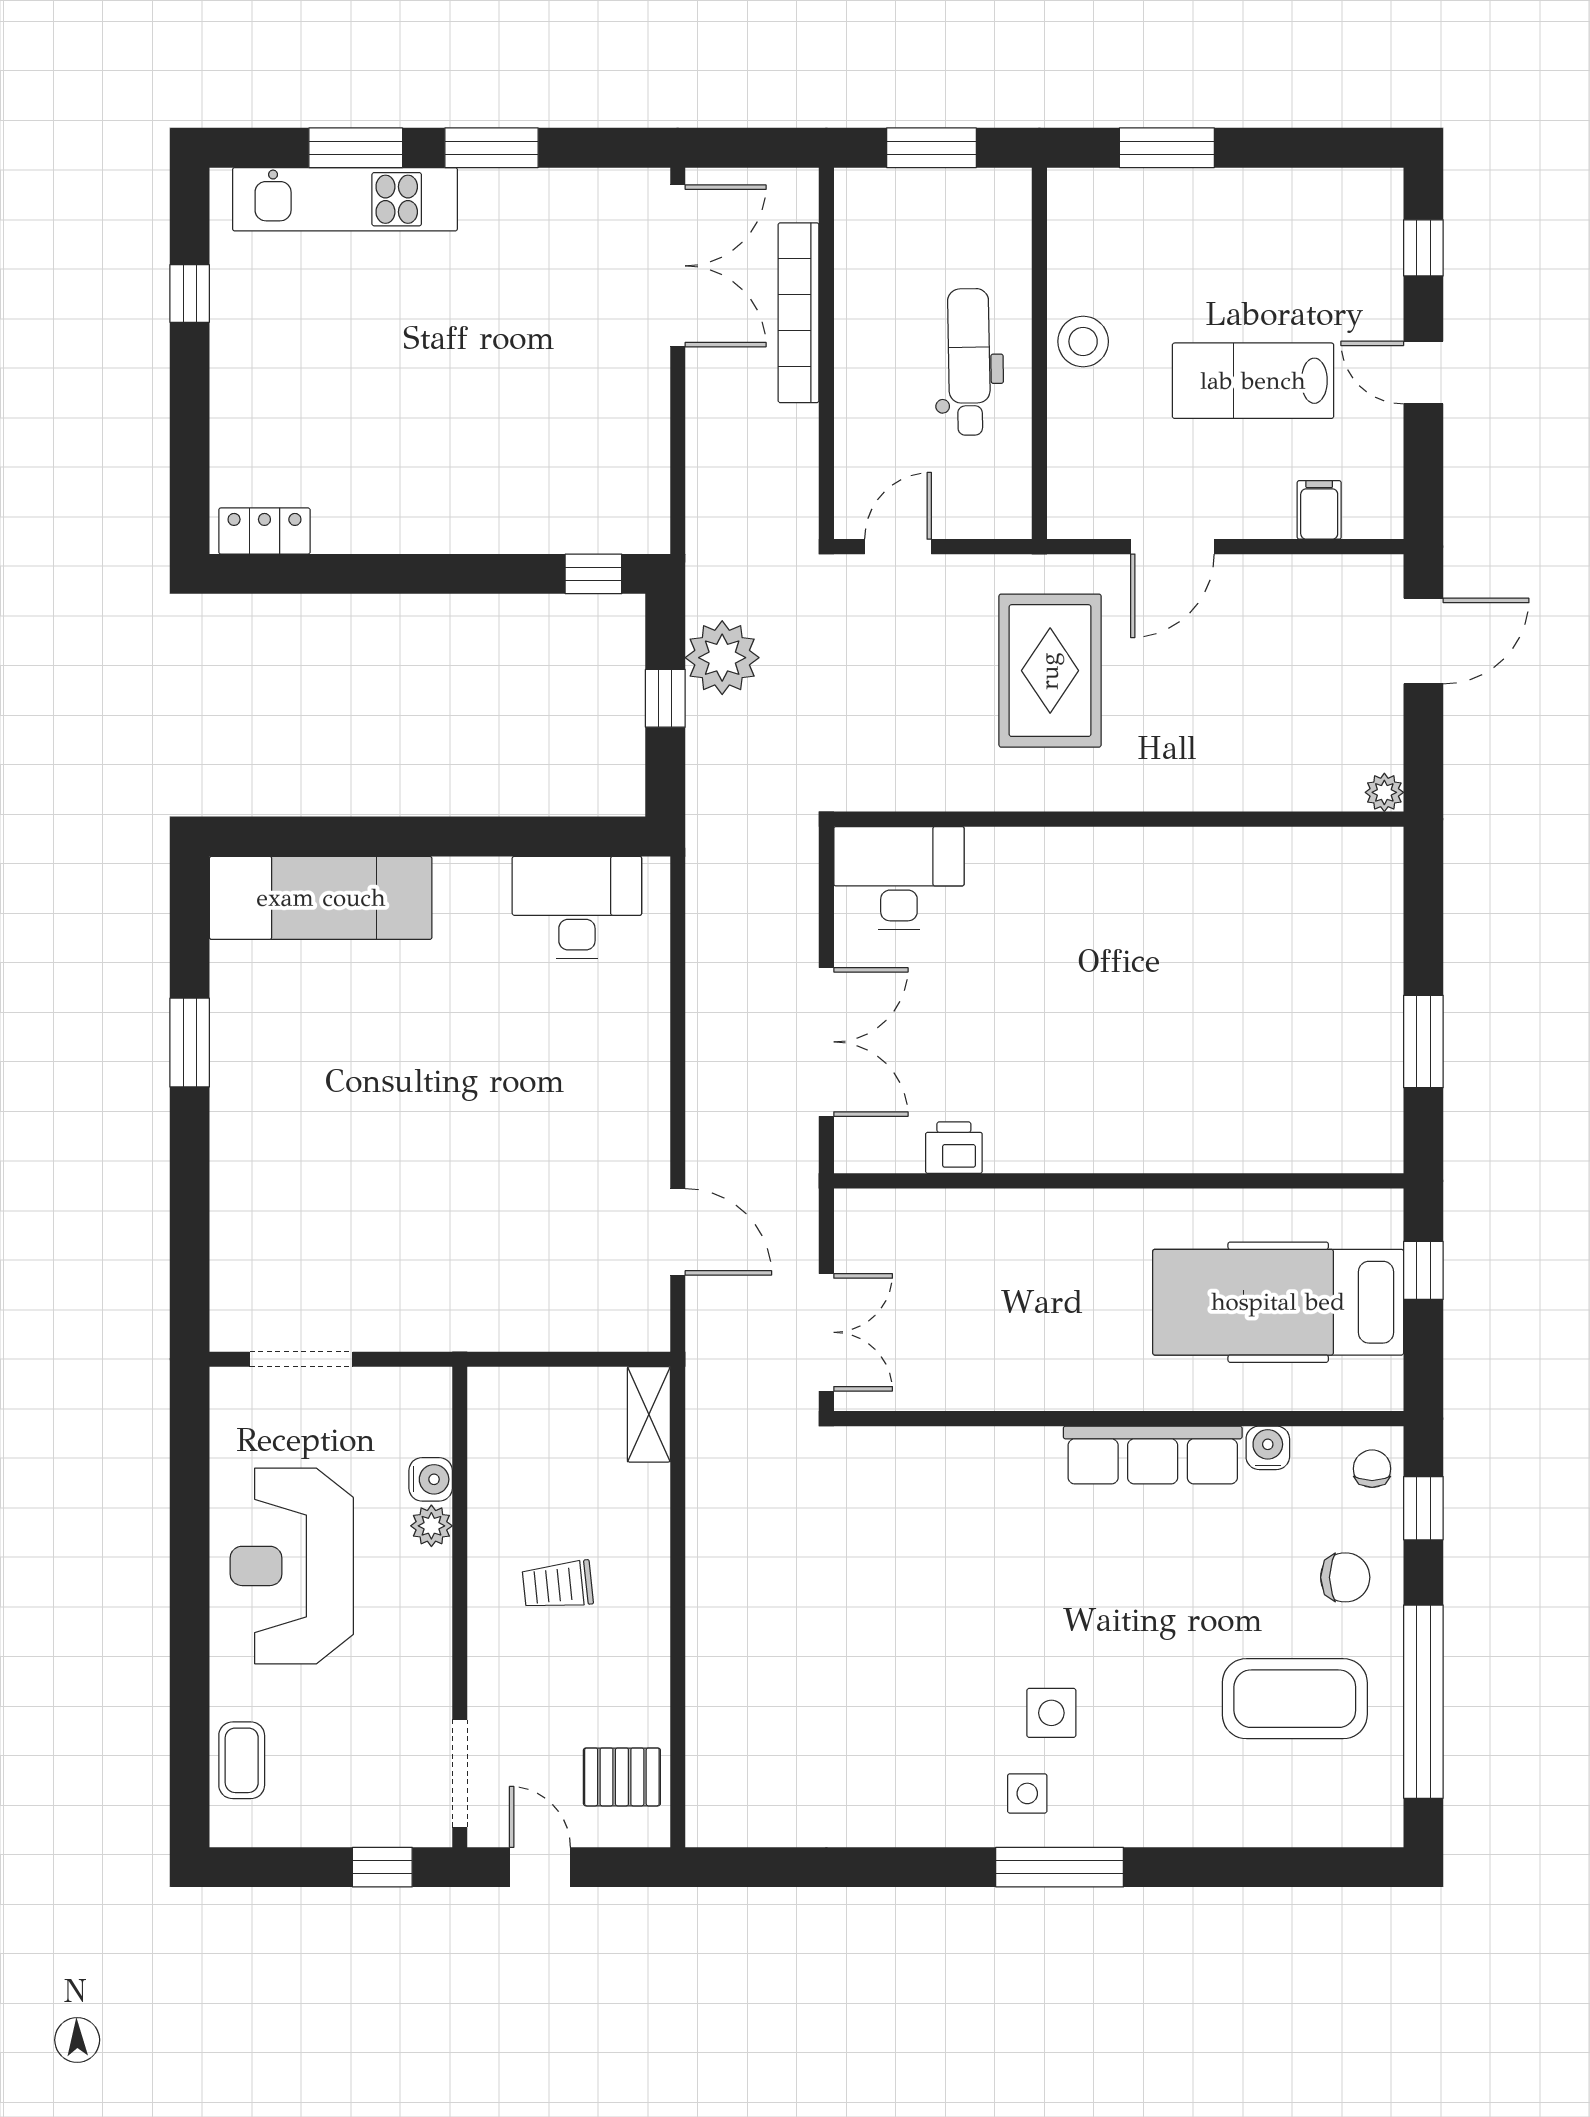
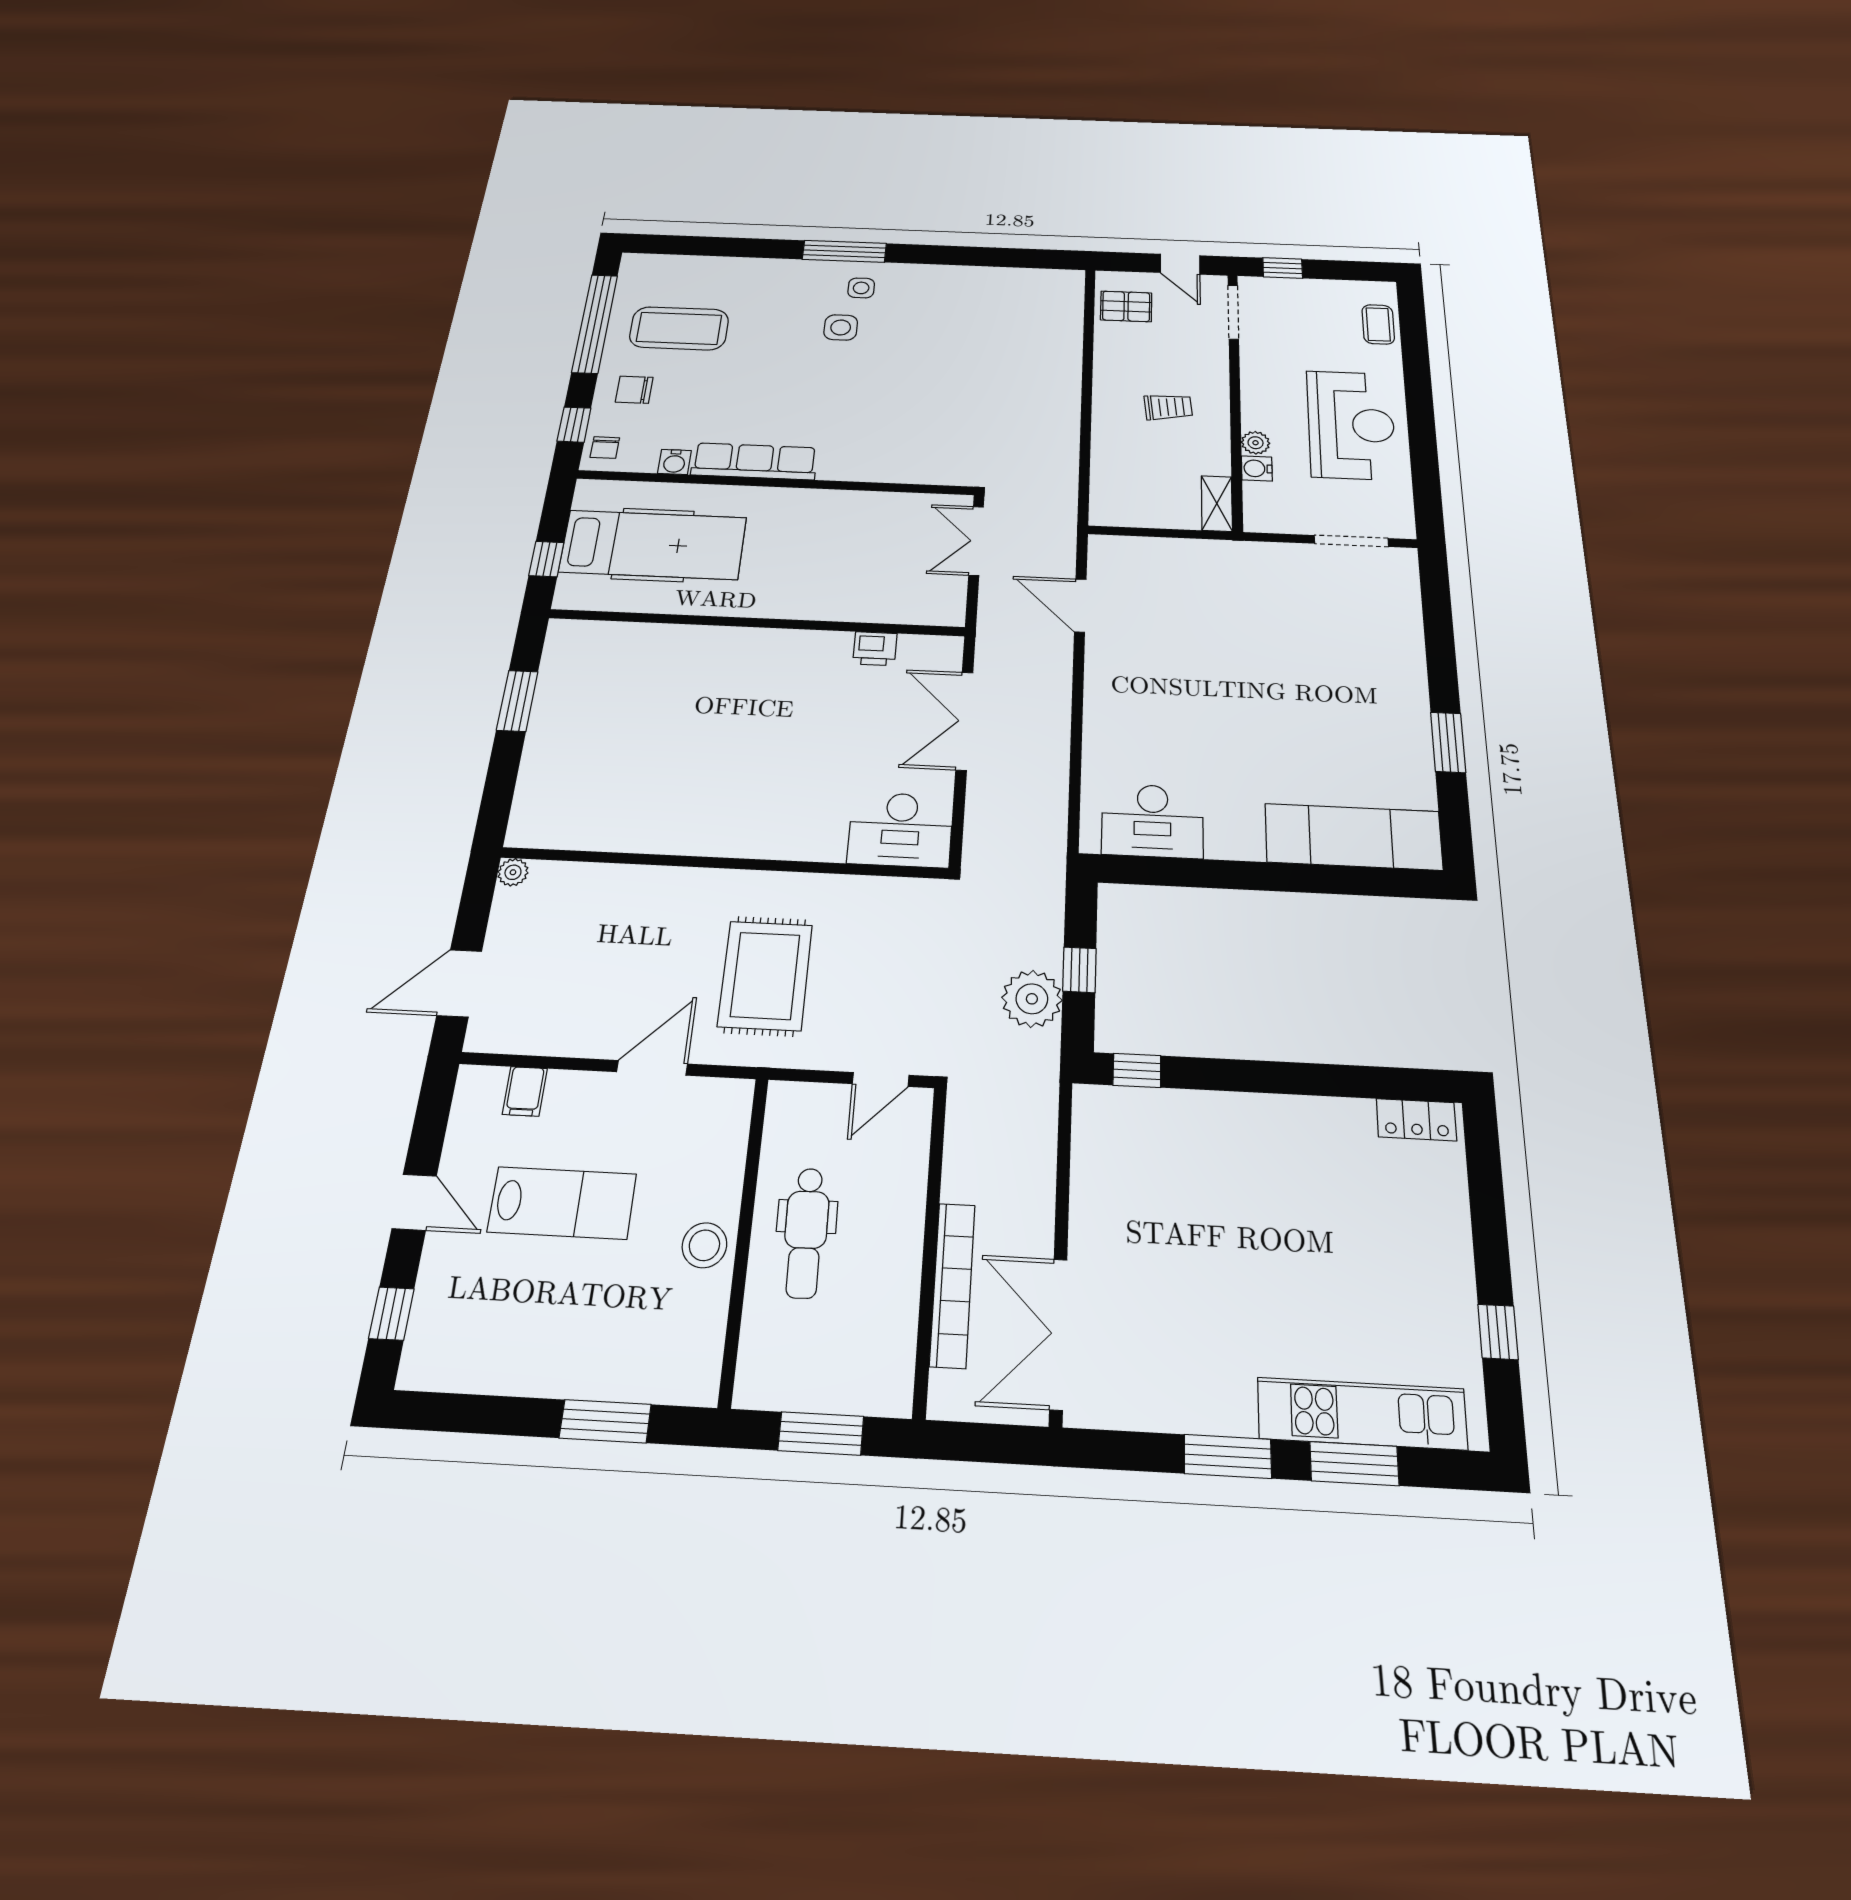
shelving: (649, 1414) -> (1217, 503), moved

